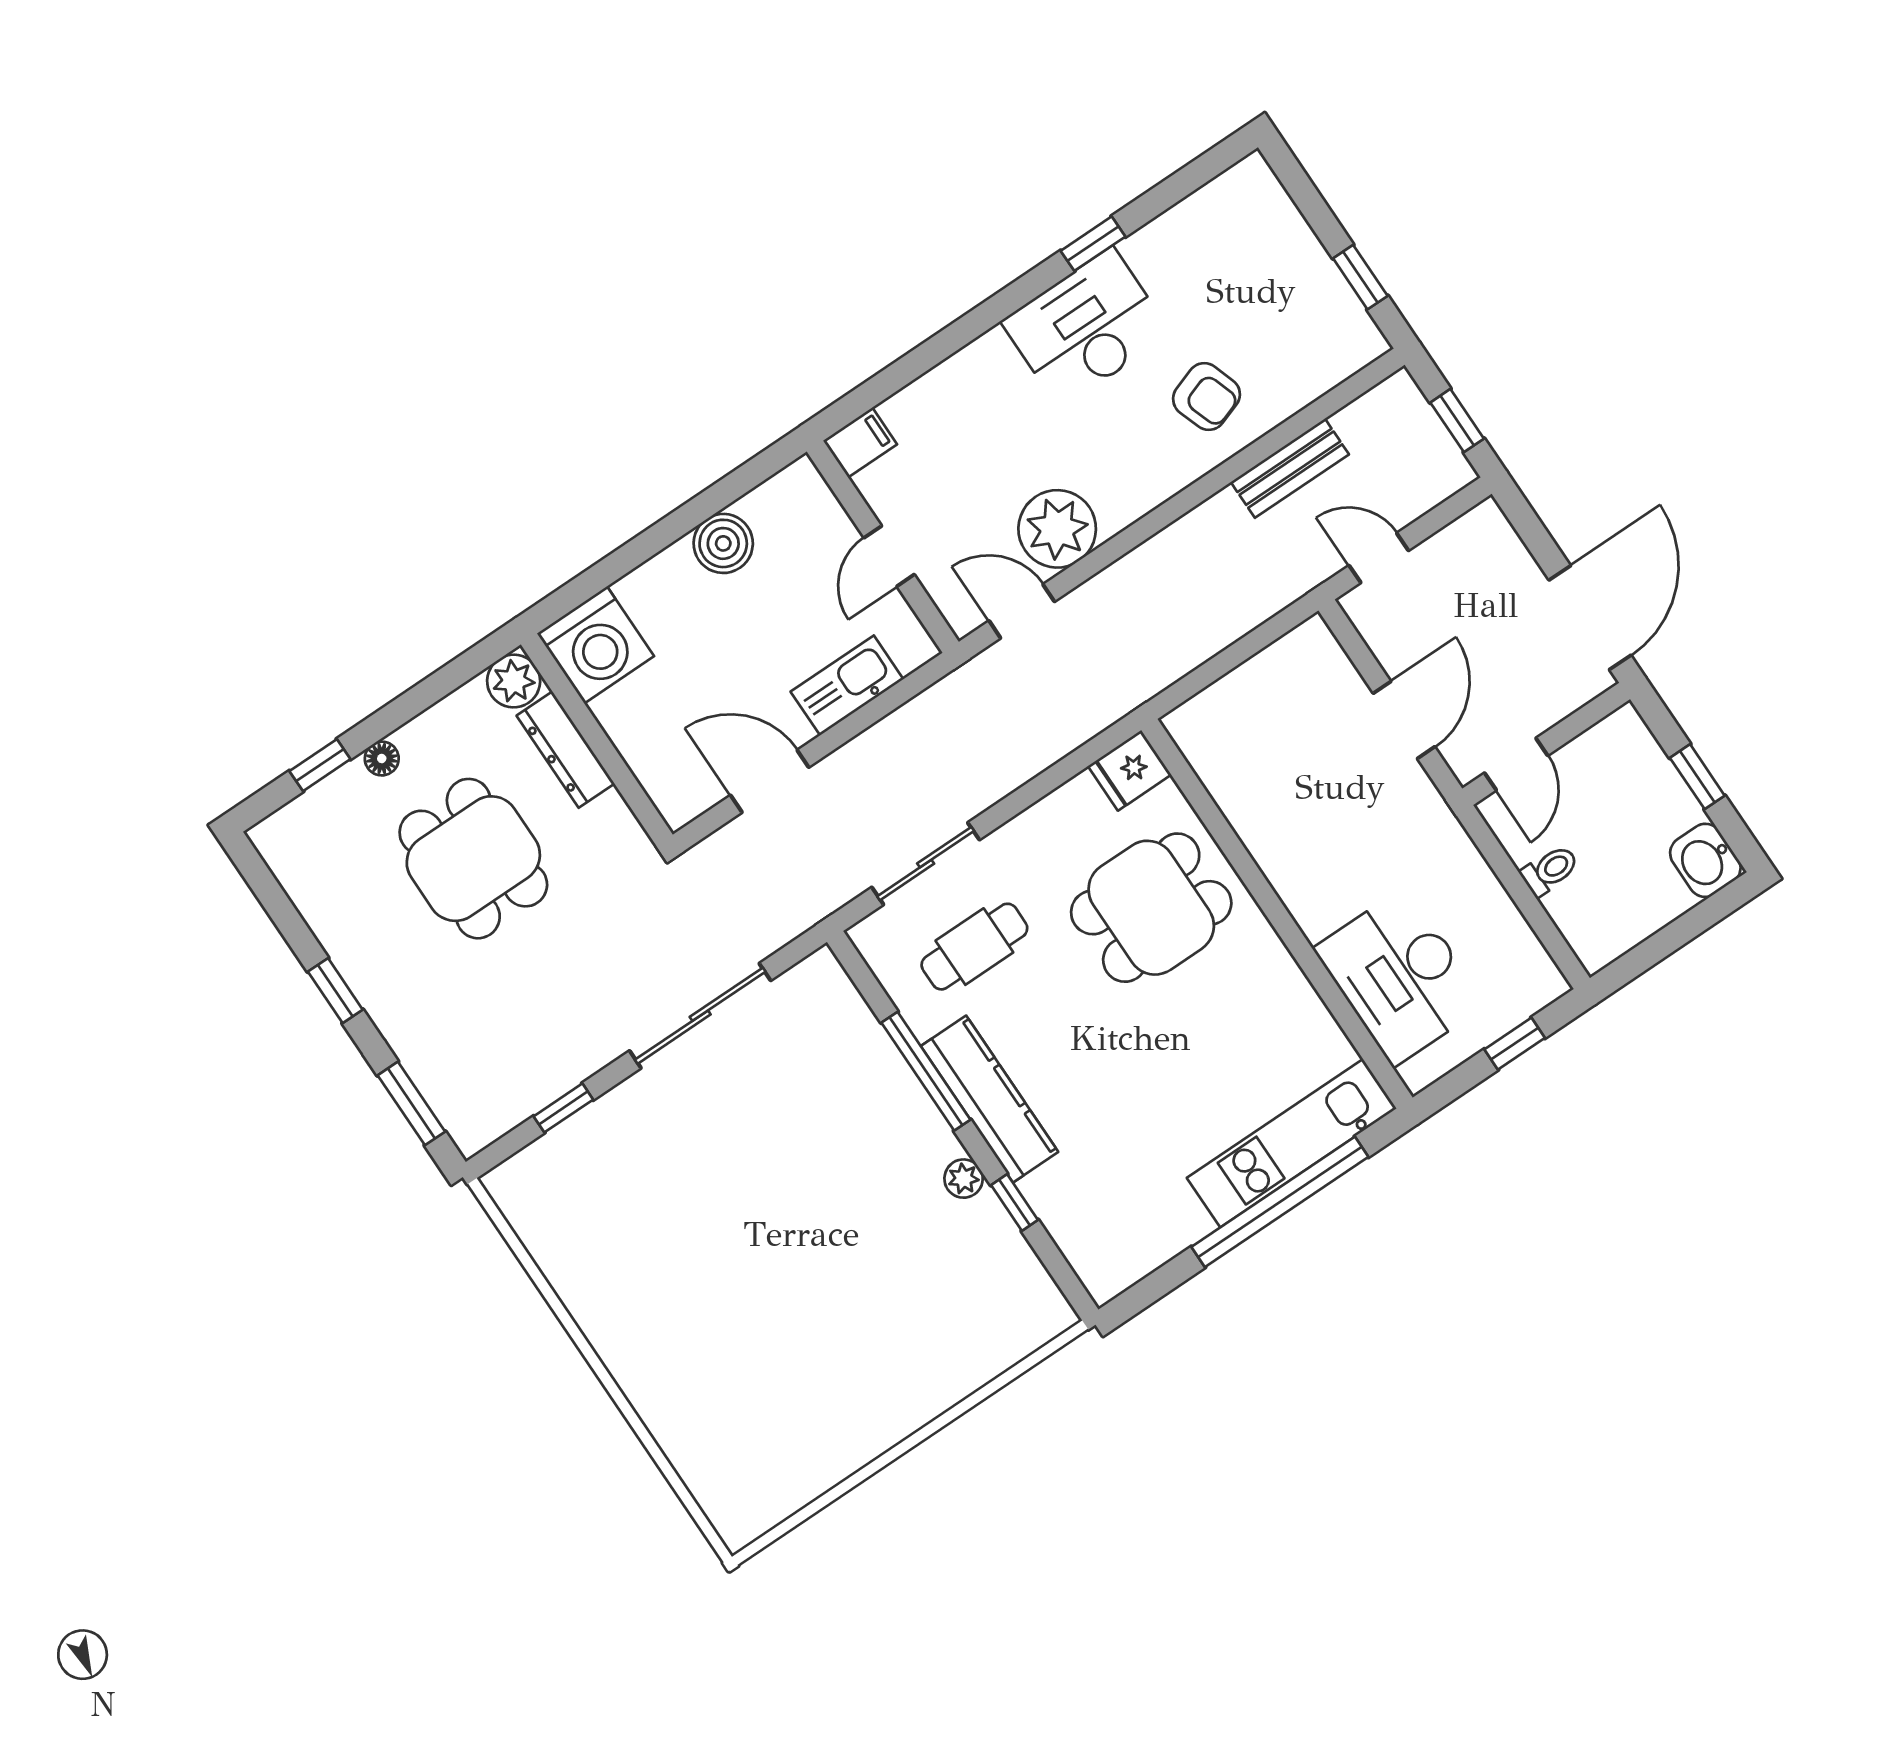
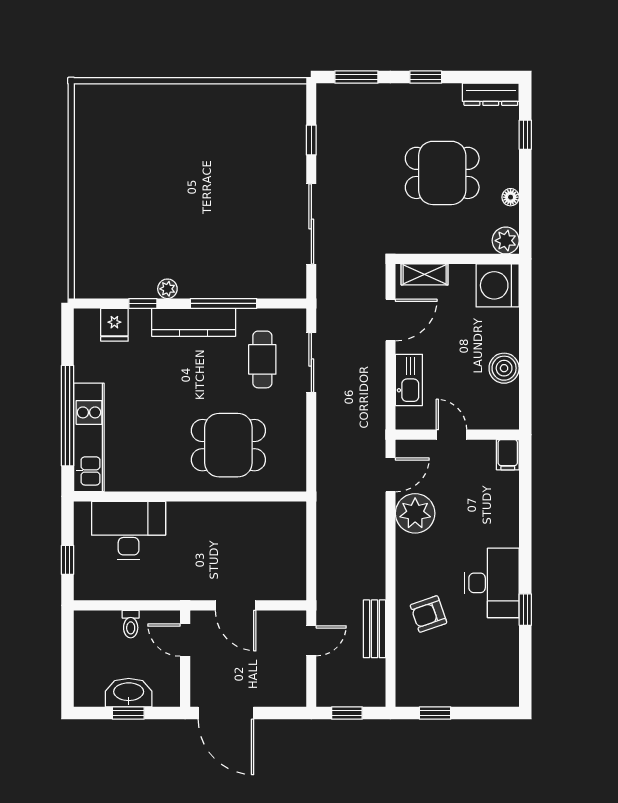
dresser: (566, 750) -> (491, 94), moved, turned 180
floor lamp: (382, 758) -> (511, 197), moved
fridge: (1130, 770) -> (114, 325), moved, turned 180
shelving: (658, 776) -> (425, 274), added
washbasin: (1705, 860) -> (129, 693), moved, width x1.38
dining table: (1151, 908) -> (228, 445), turned 90

